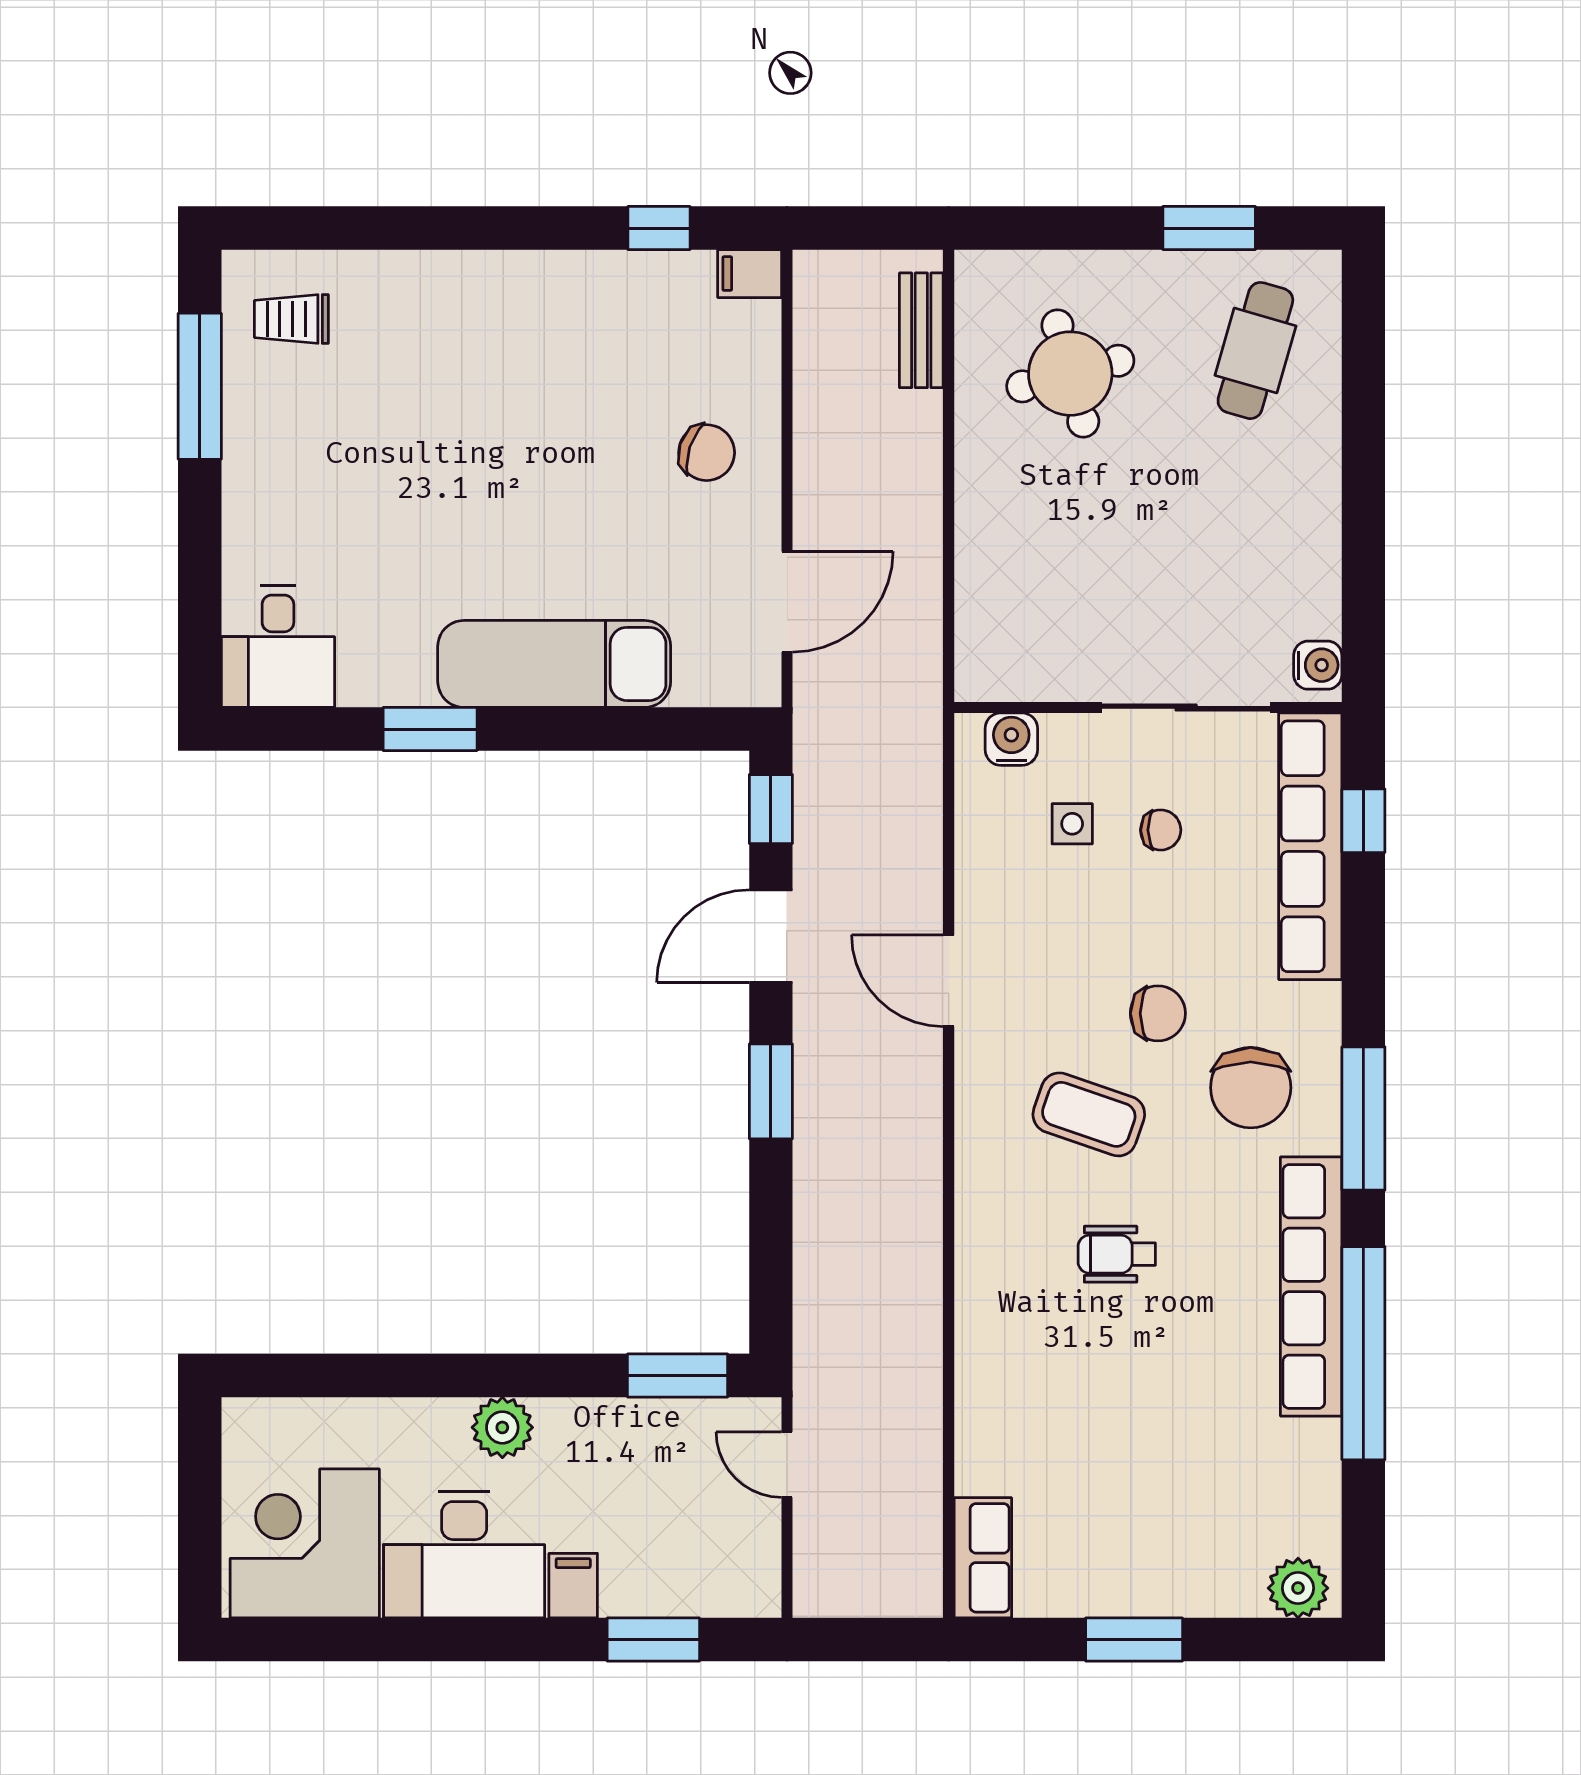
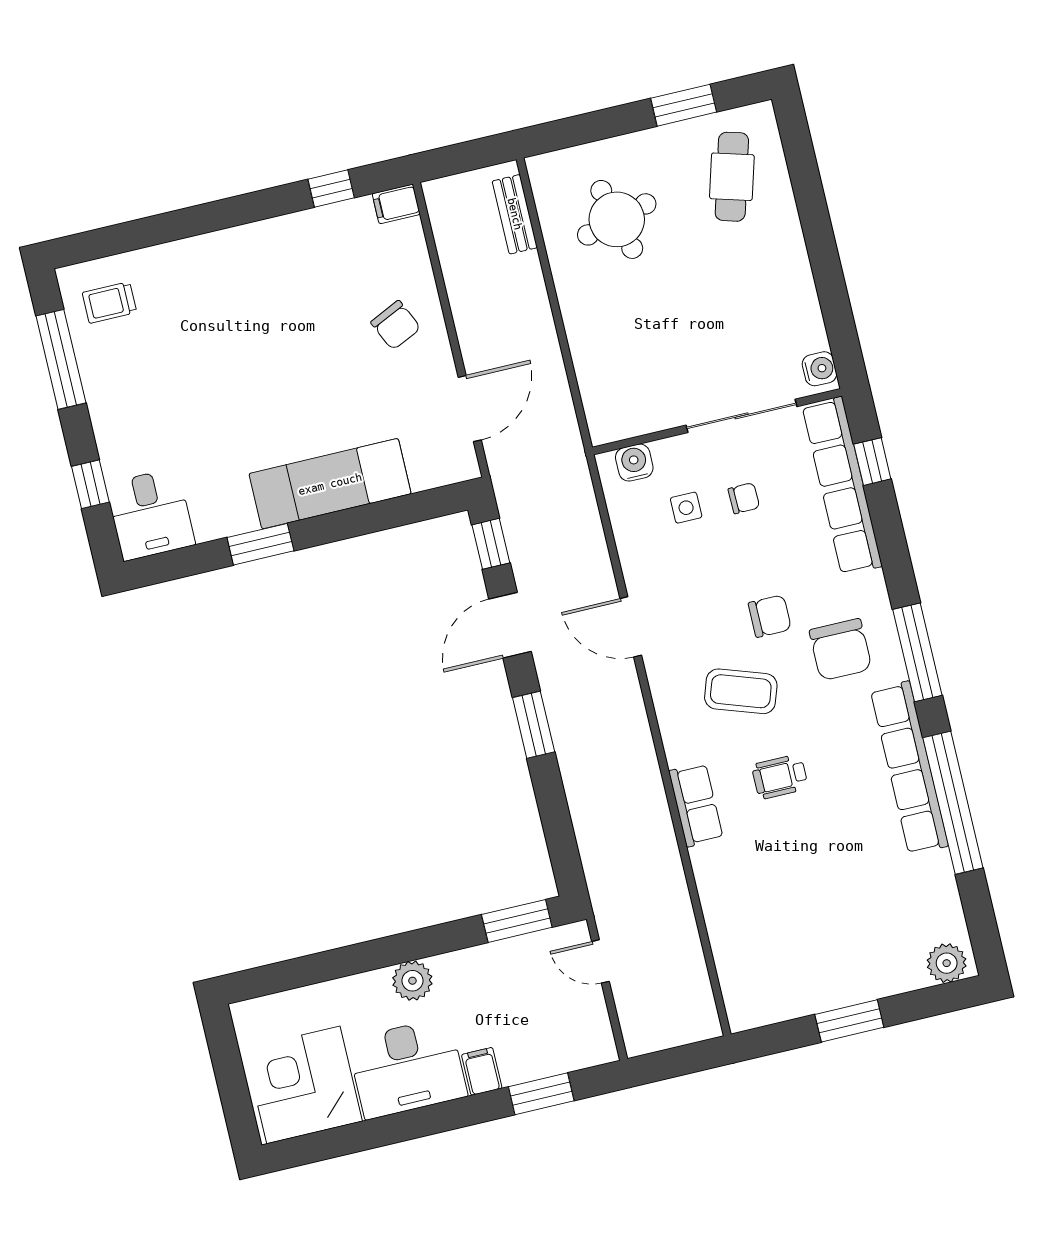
chair: (707, 453) -> (396, 325), turned 47
window: (200, 581) -> (90, 484), added
row of seats: (983, 1558) -> (696, 805), moved

